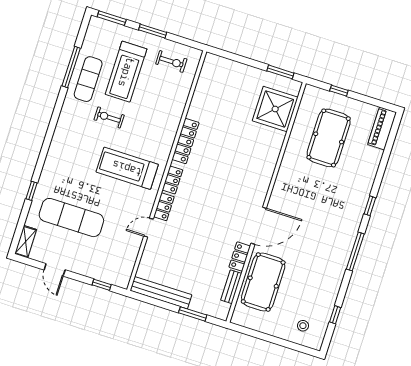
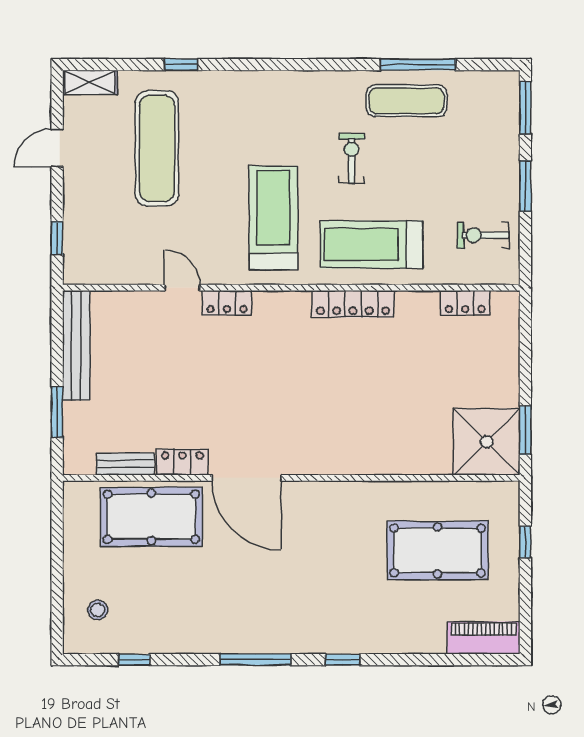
exercise bike: (171, 61) -> (483, 235), turned 90
treadmill: (126, 72) -> (372, 245), moved
shower: (275, 109) -> (487, 442), moved
locker: (172, 180) -> (465, 303), moved

